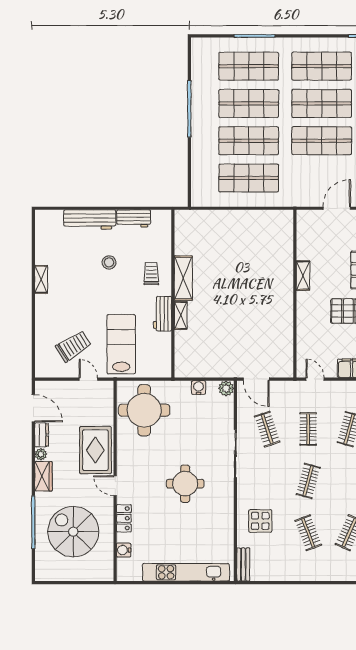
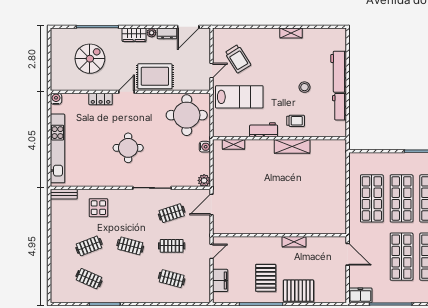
door: (337, 208) -> (348, 254), moved
shelving: (181, 315) -> (233, 144), moved
water cooler: (199, 388) -> (205, 147), moved
spiral stairs: (73, 532) -> (90, 59), width x0.73, depth x0.73
water cooler: (124, 550) -> (56, 99), moved

